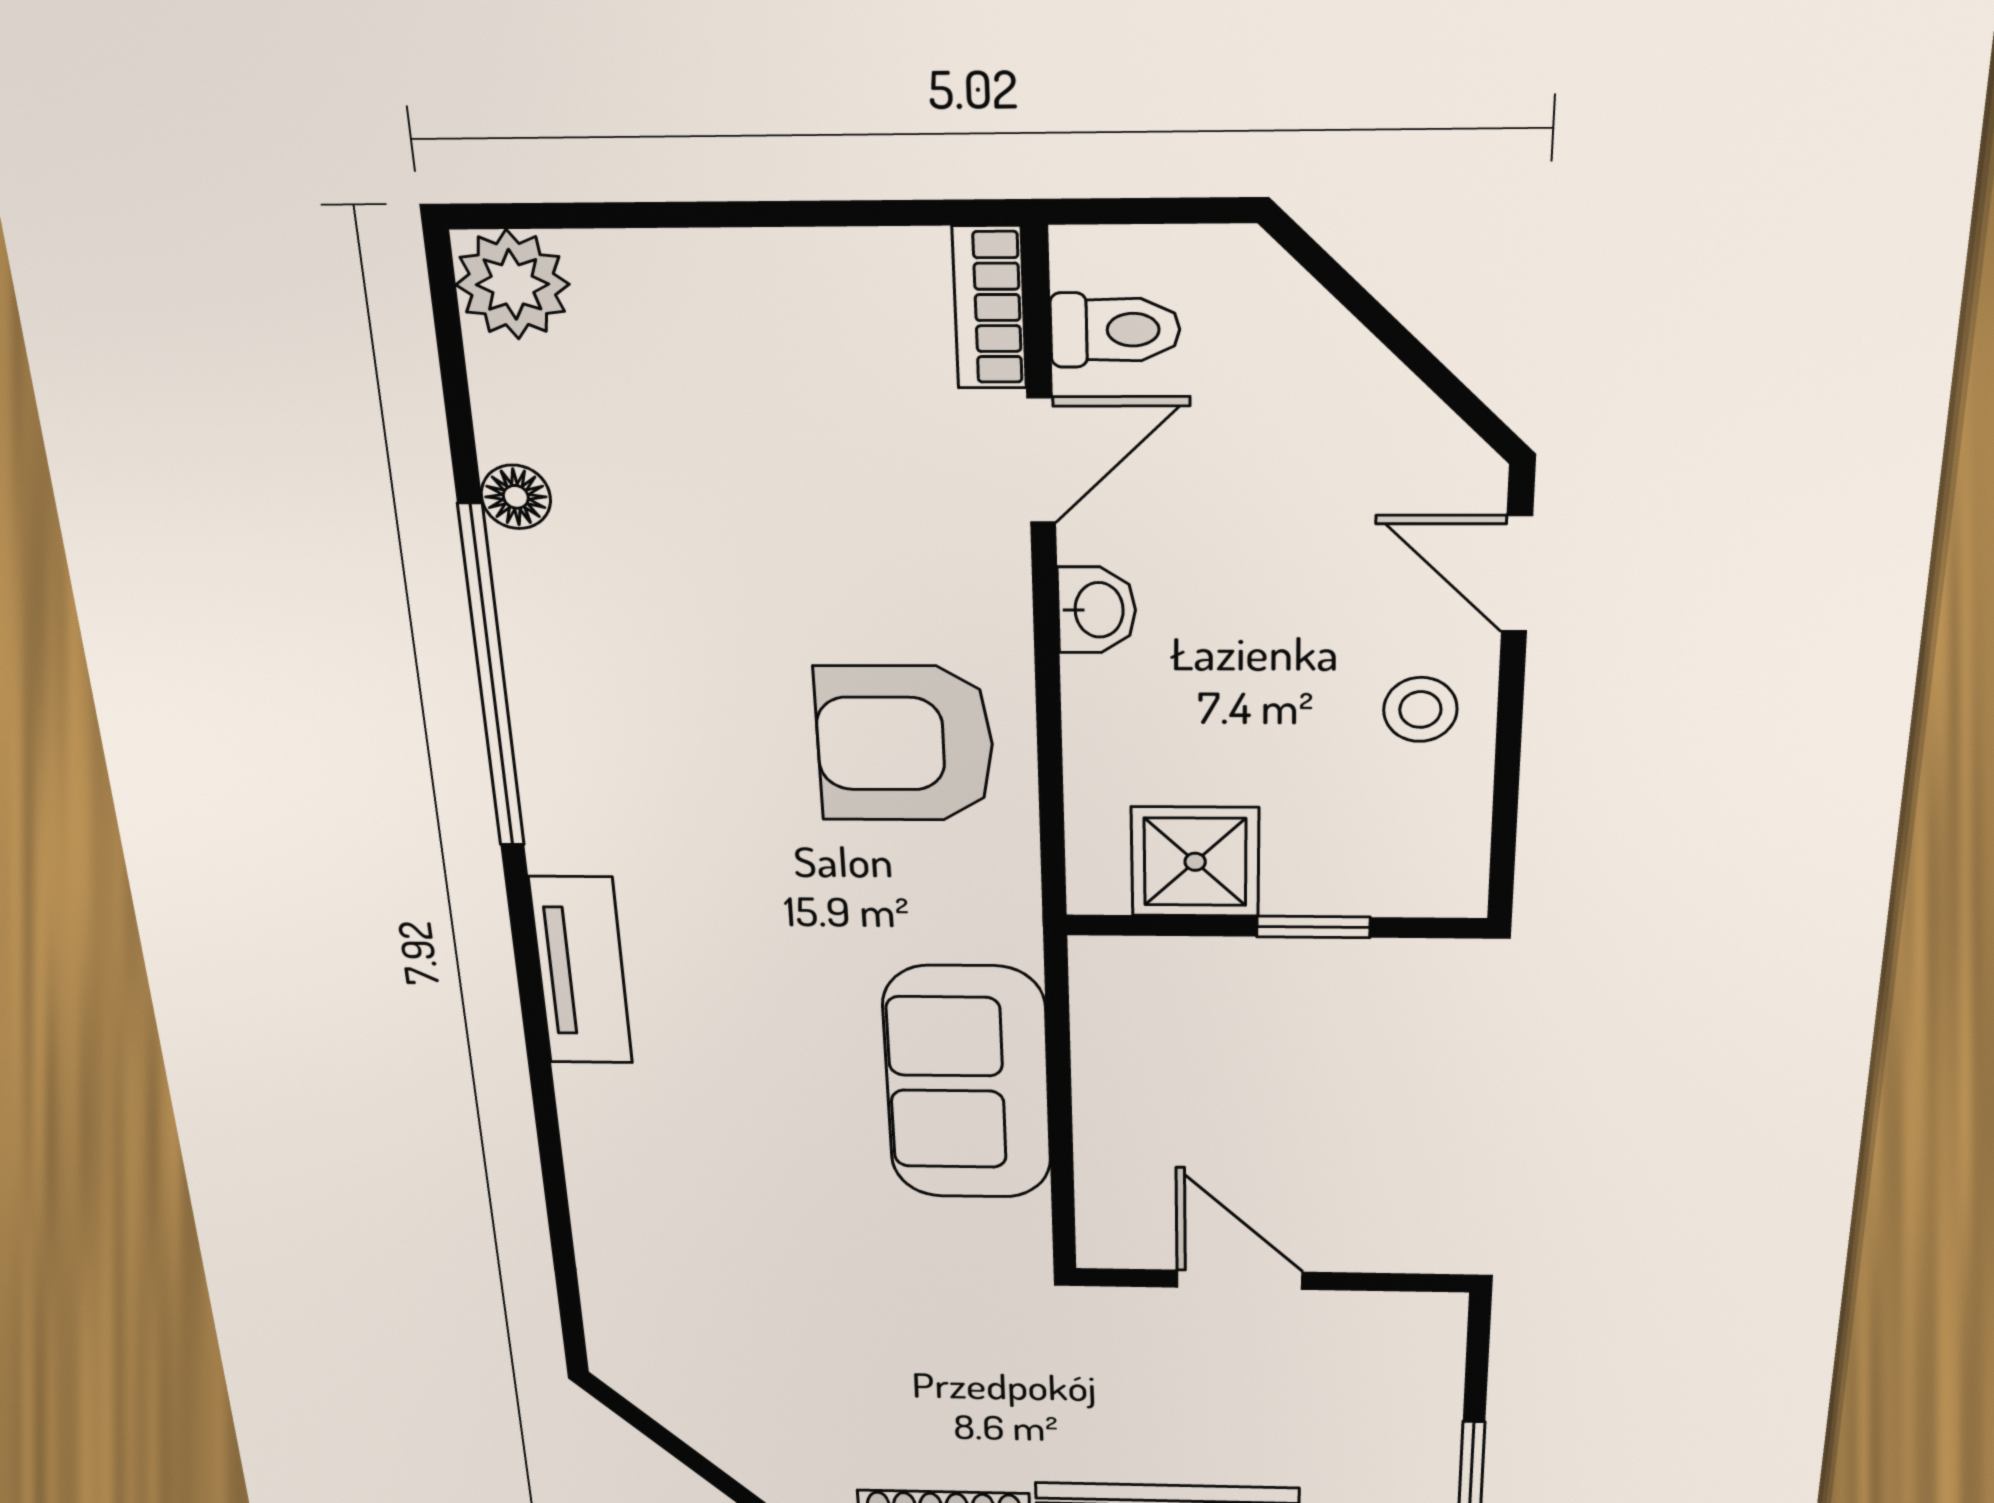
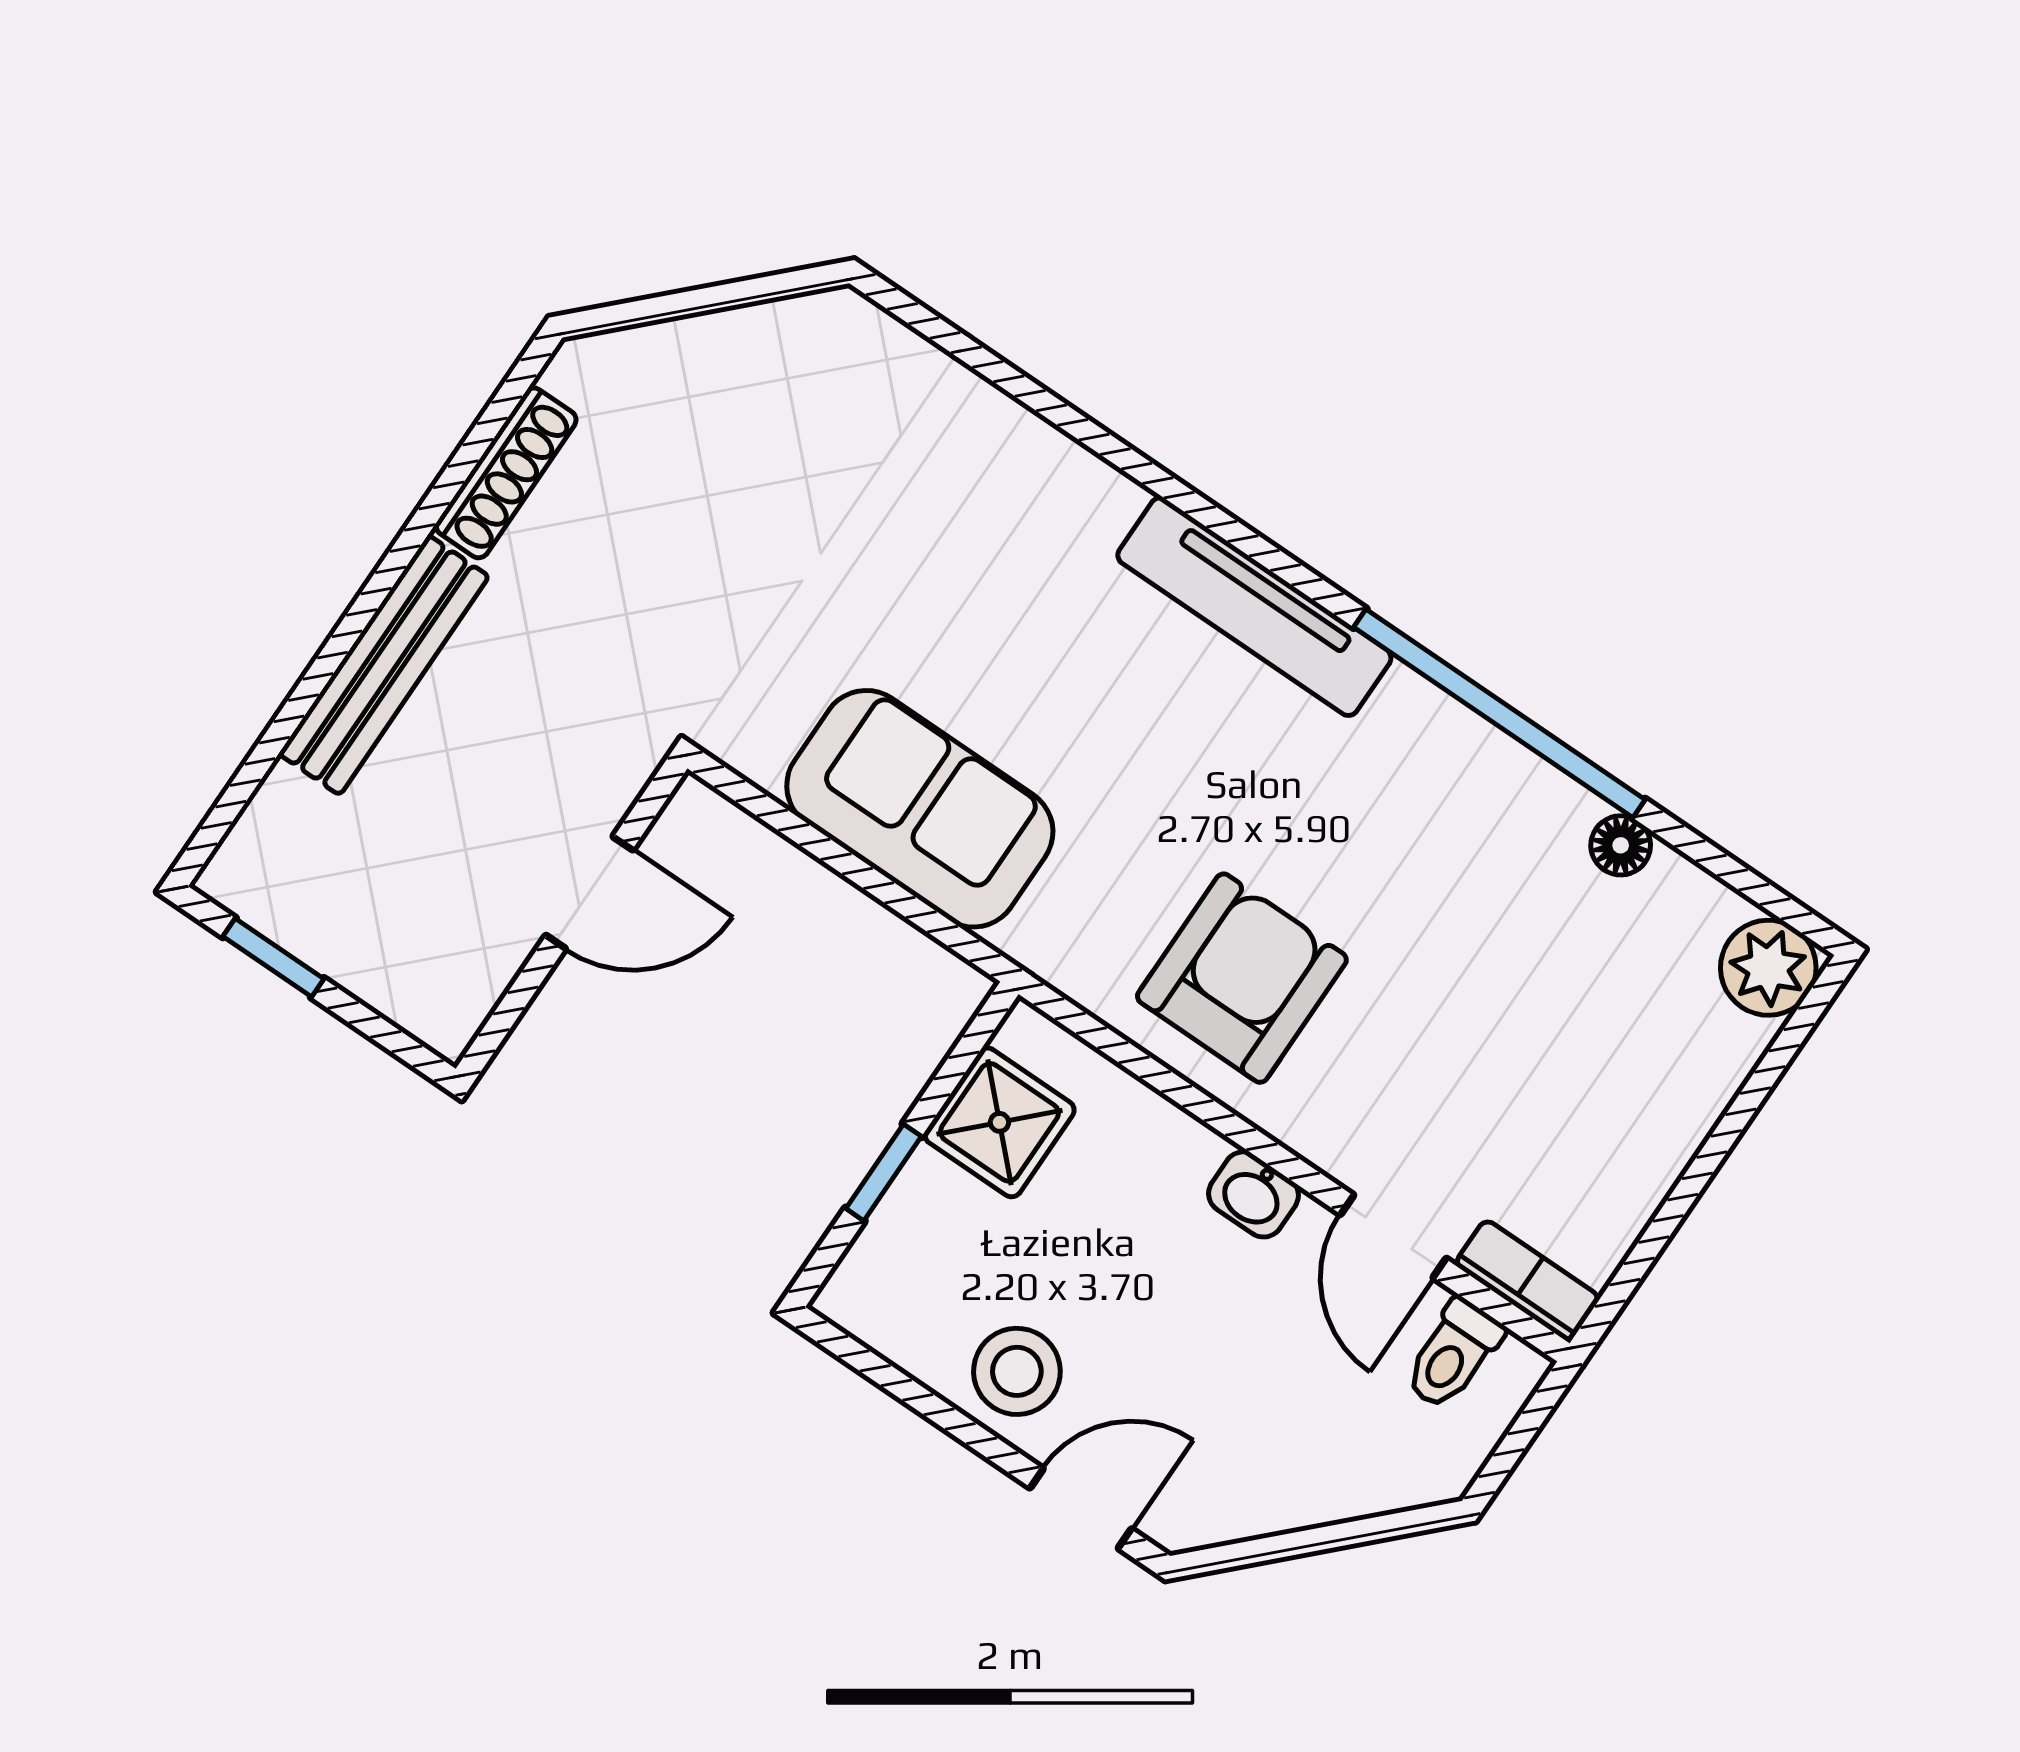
stool: (1420, 710) -> (1017, 1371), width x1.37, depth x1.37
tv unit: (581, 971) -> (1254, 607), width x1.41

